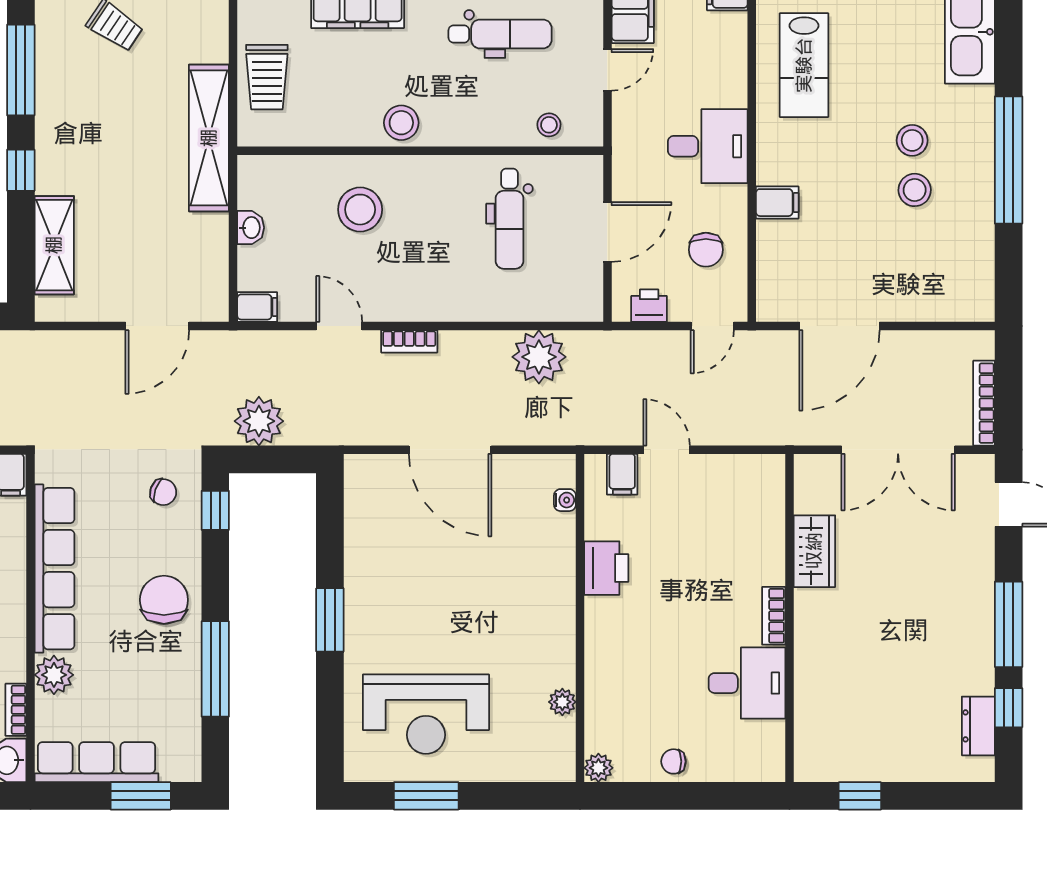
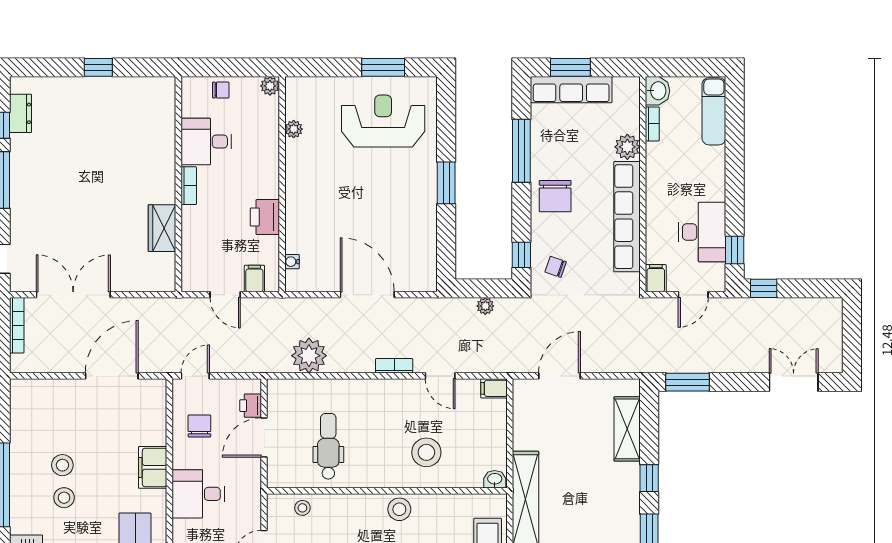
filing cabinet: (777, 203) -> (153, 467), width x2.00
washbasin: (251, 228) -> (495, 479), moved, turned 90
printer: (649, 306) -> (251, 406), moved, turned 90
plant: (259, 421) -> (485, 306), width x0.53, depth x0.53
wardrobe: (814, 551) -> (162, 228), moved
bookcase: (774, 616) -> (189, 186), moved
wall: (789, 618) -> (178, 184), moved
desk: (747, 683) -> (206, 141), moved
row of seats: (97, 762) -> (571, 90), moved

